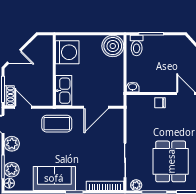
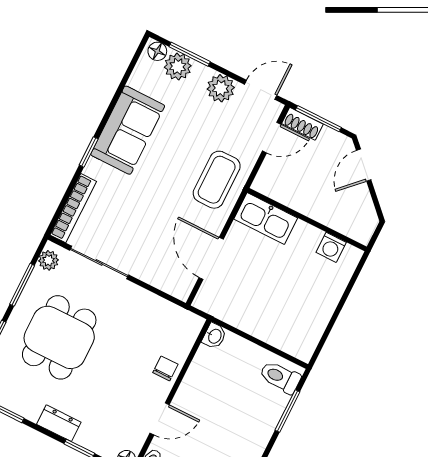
boiler: (113, 46) -> (299, 337), removed
washing machine: (67, 52) -> (331, 247), width x0.53, depth x0.53
dining table: (171, 161) -> (59, 337), turned 90

